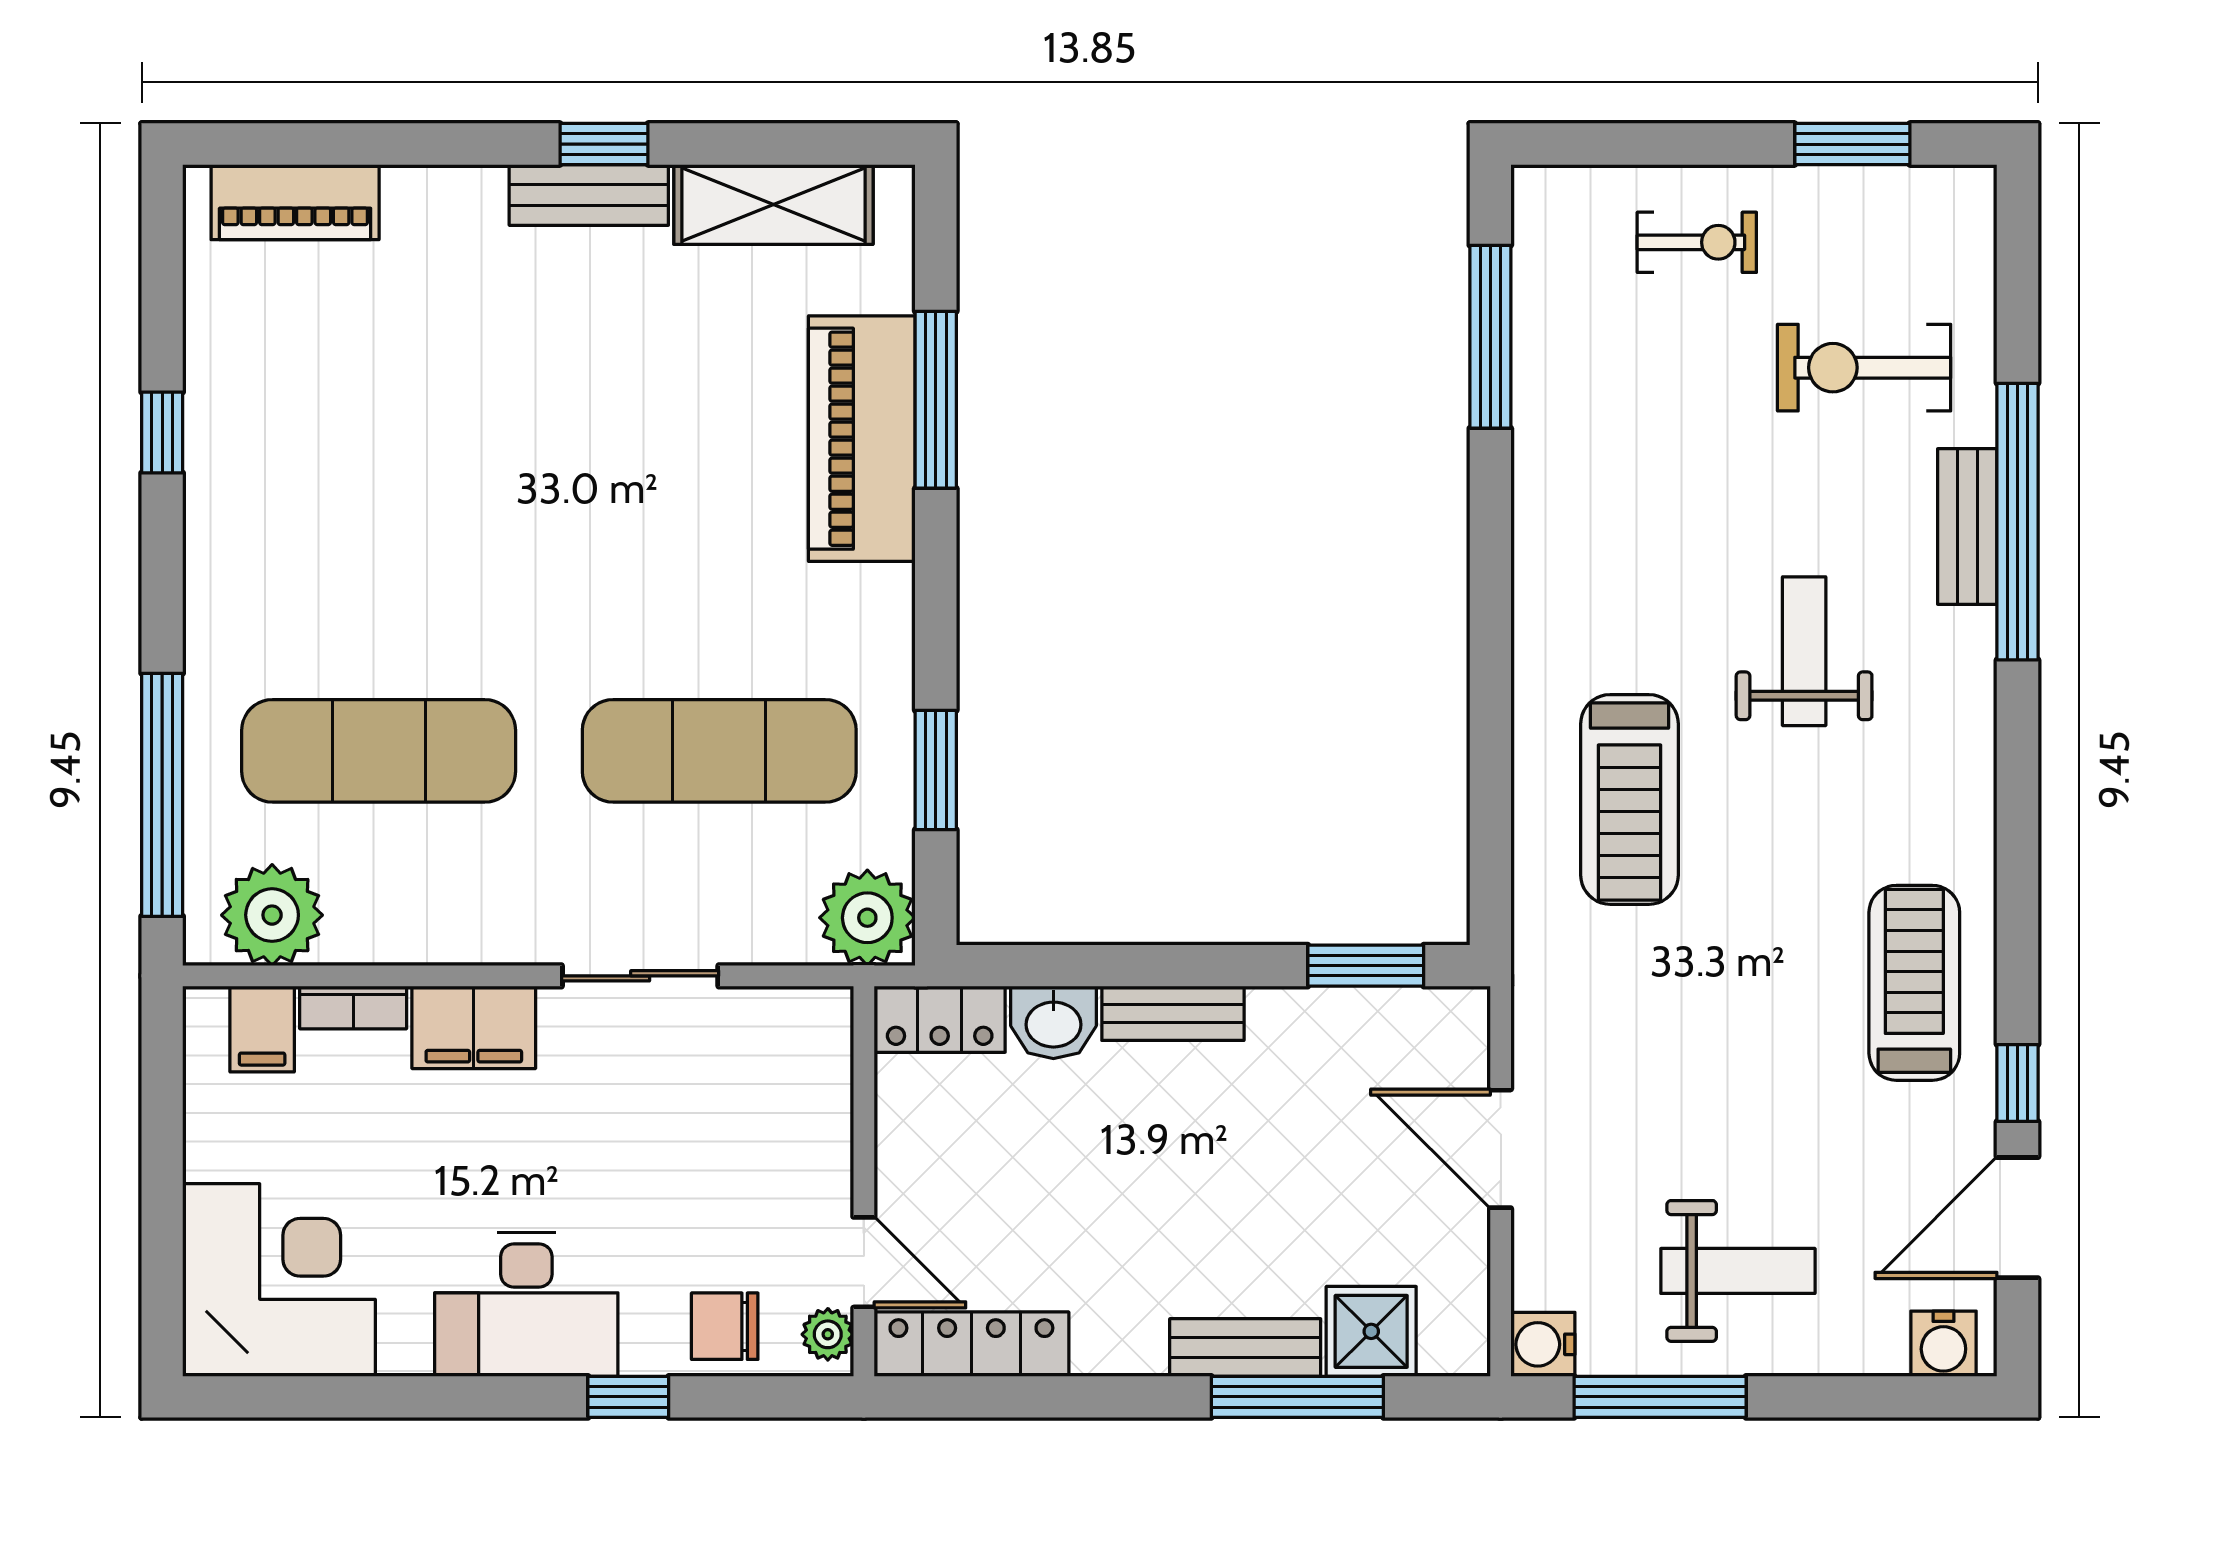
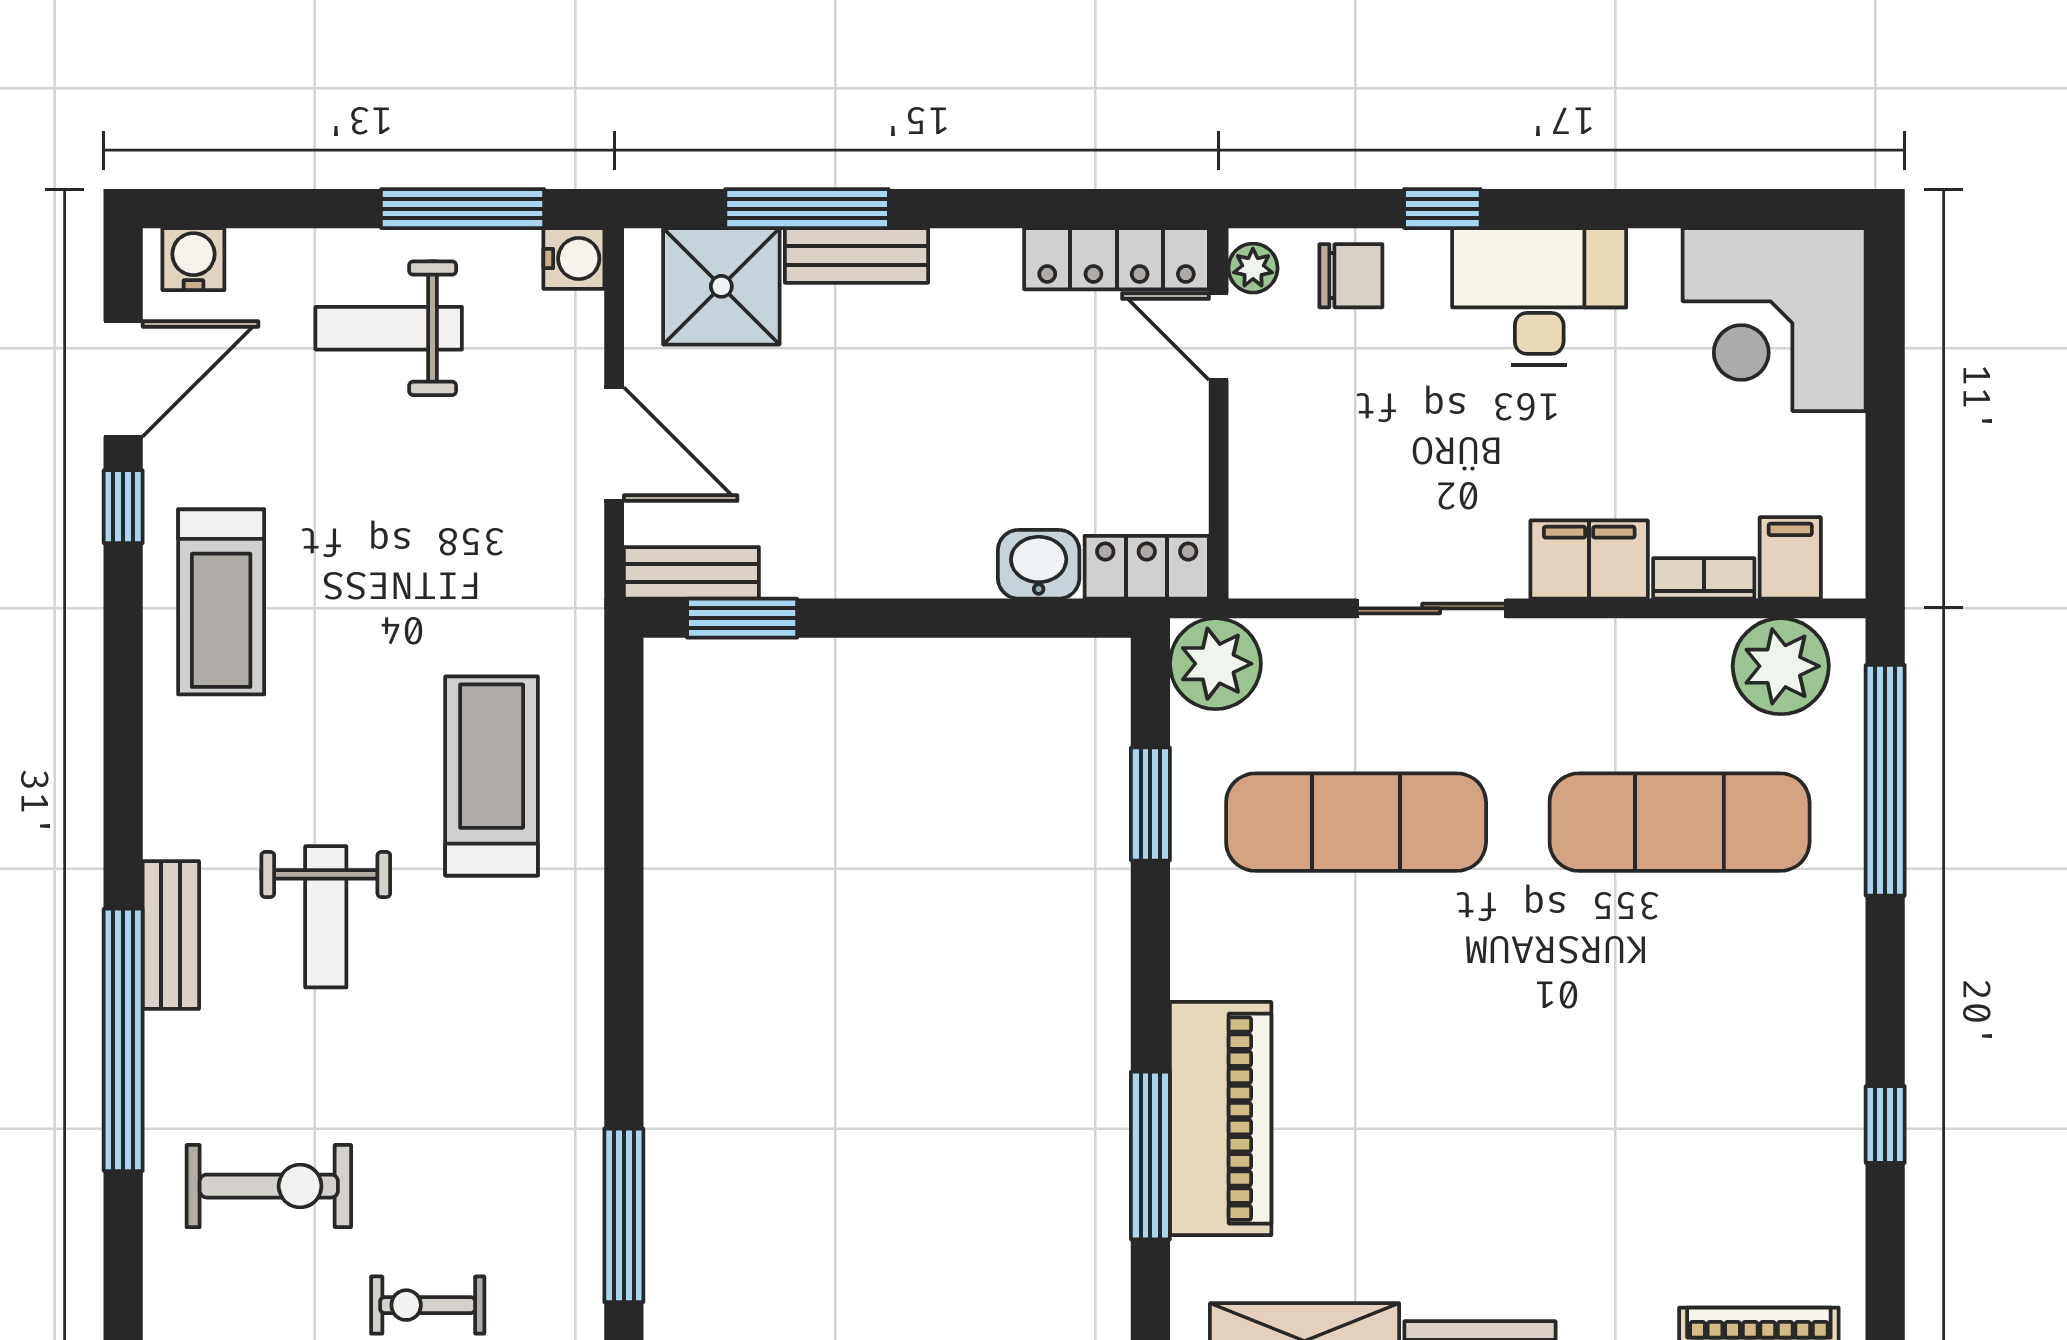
bench: (1967, 527) -> (171, 935), moved
bench: (1173, 1013) -> (691, 573), moved
shower: (1371, 1331) -> (721, 286), width x1.36, depth x1.36

